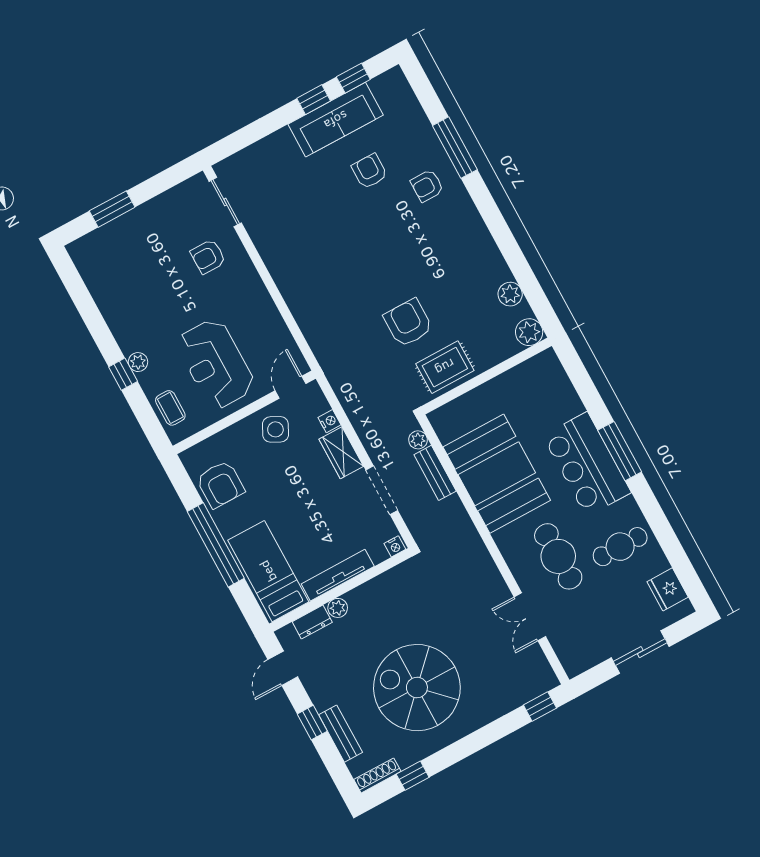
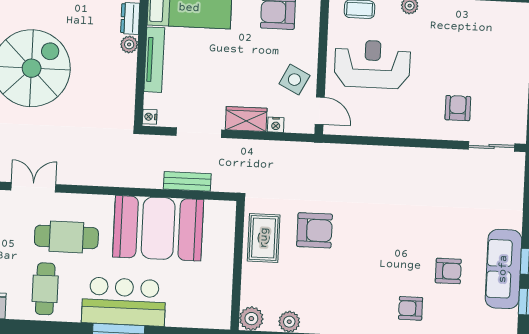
armchair: (427, 186) -> (411, 308), turned -90
plant: (418, 440) -> (220, 184), removed

